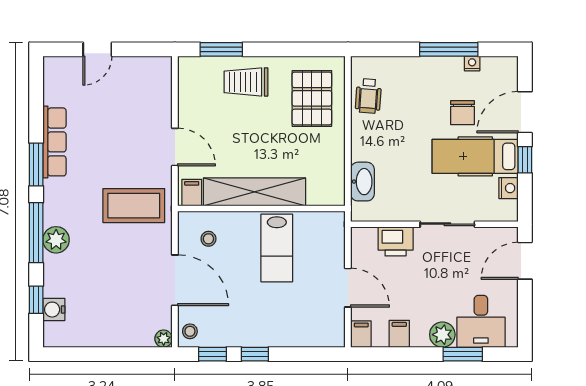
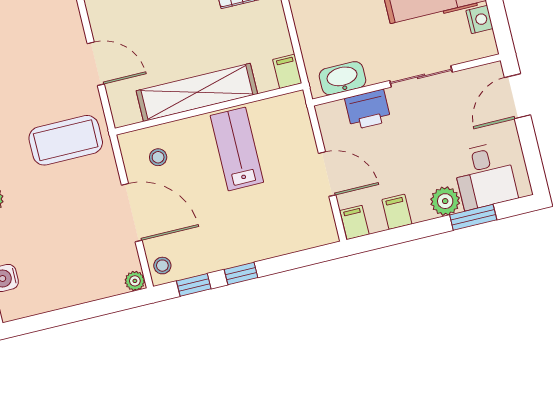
washbasin: (362, 182) -> (342, 78), moved, turned -90
filing cabinet: (192, 193) -> (287, 71), moved
lab bench: (277, 248) -> (237, 149), turned 180

